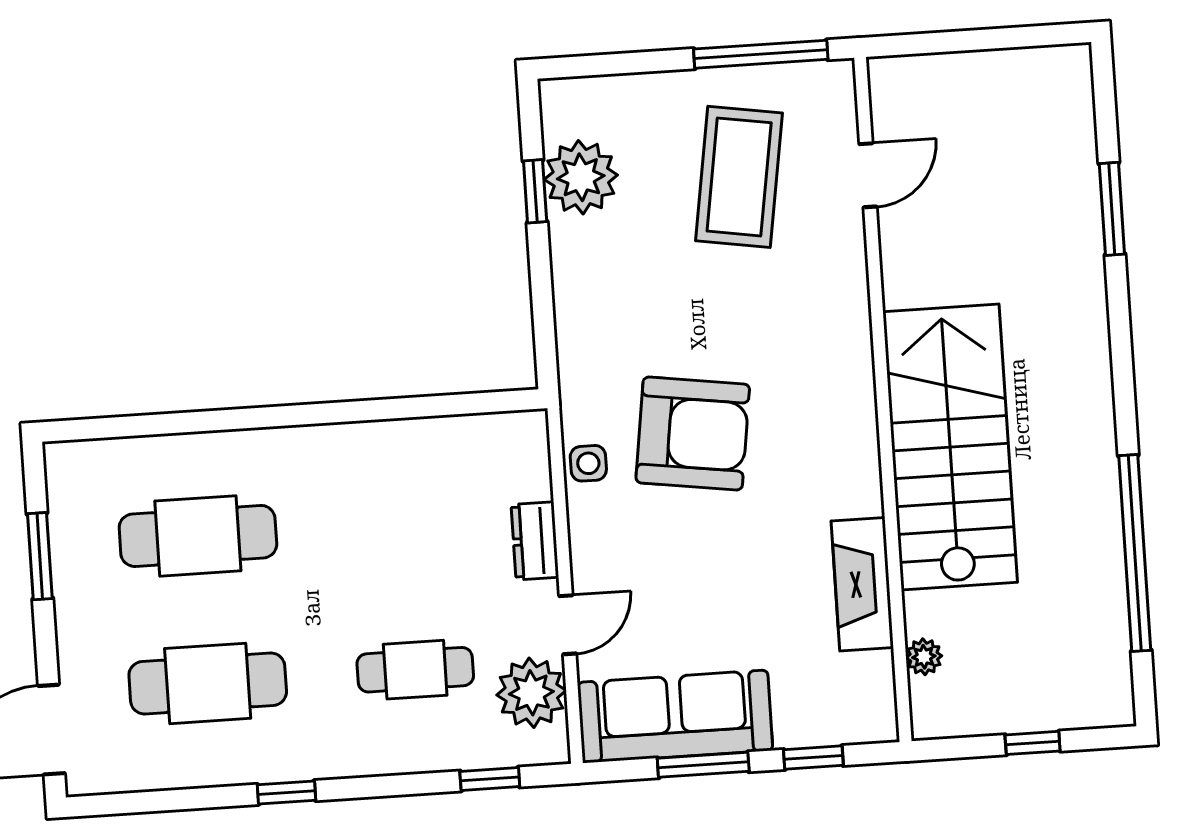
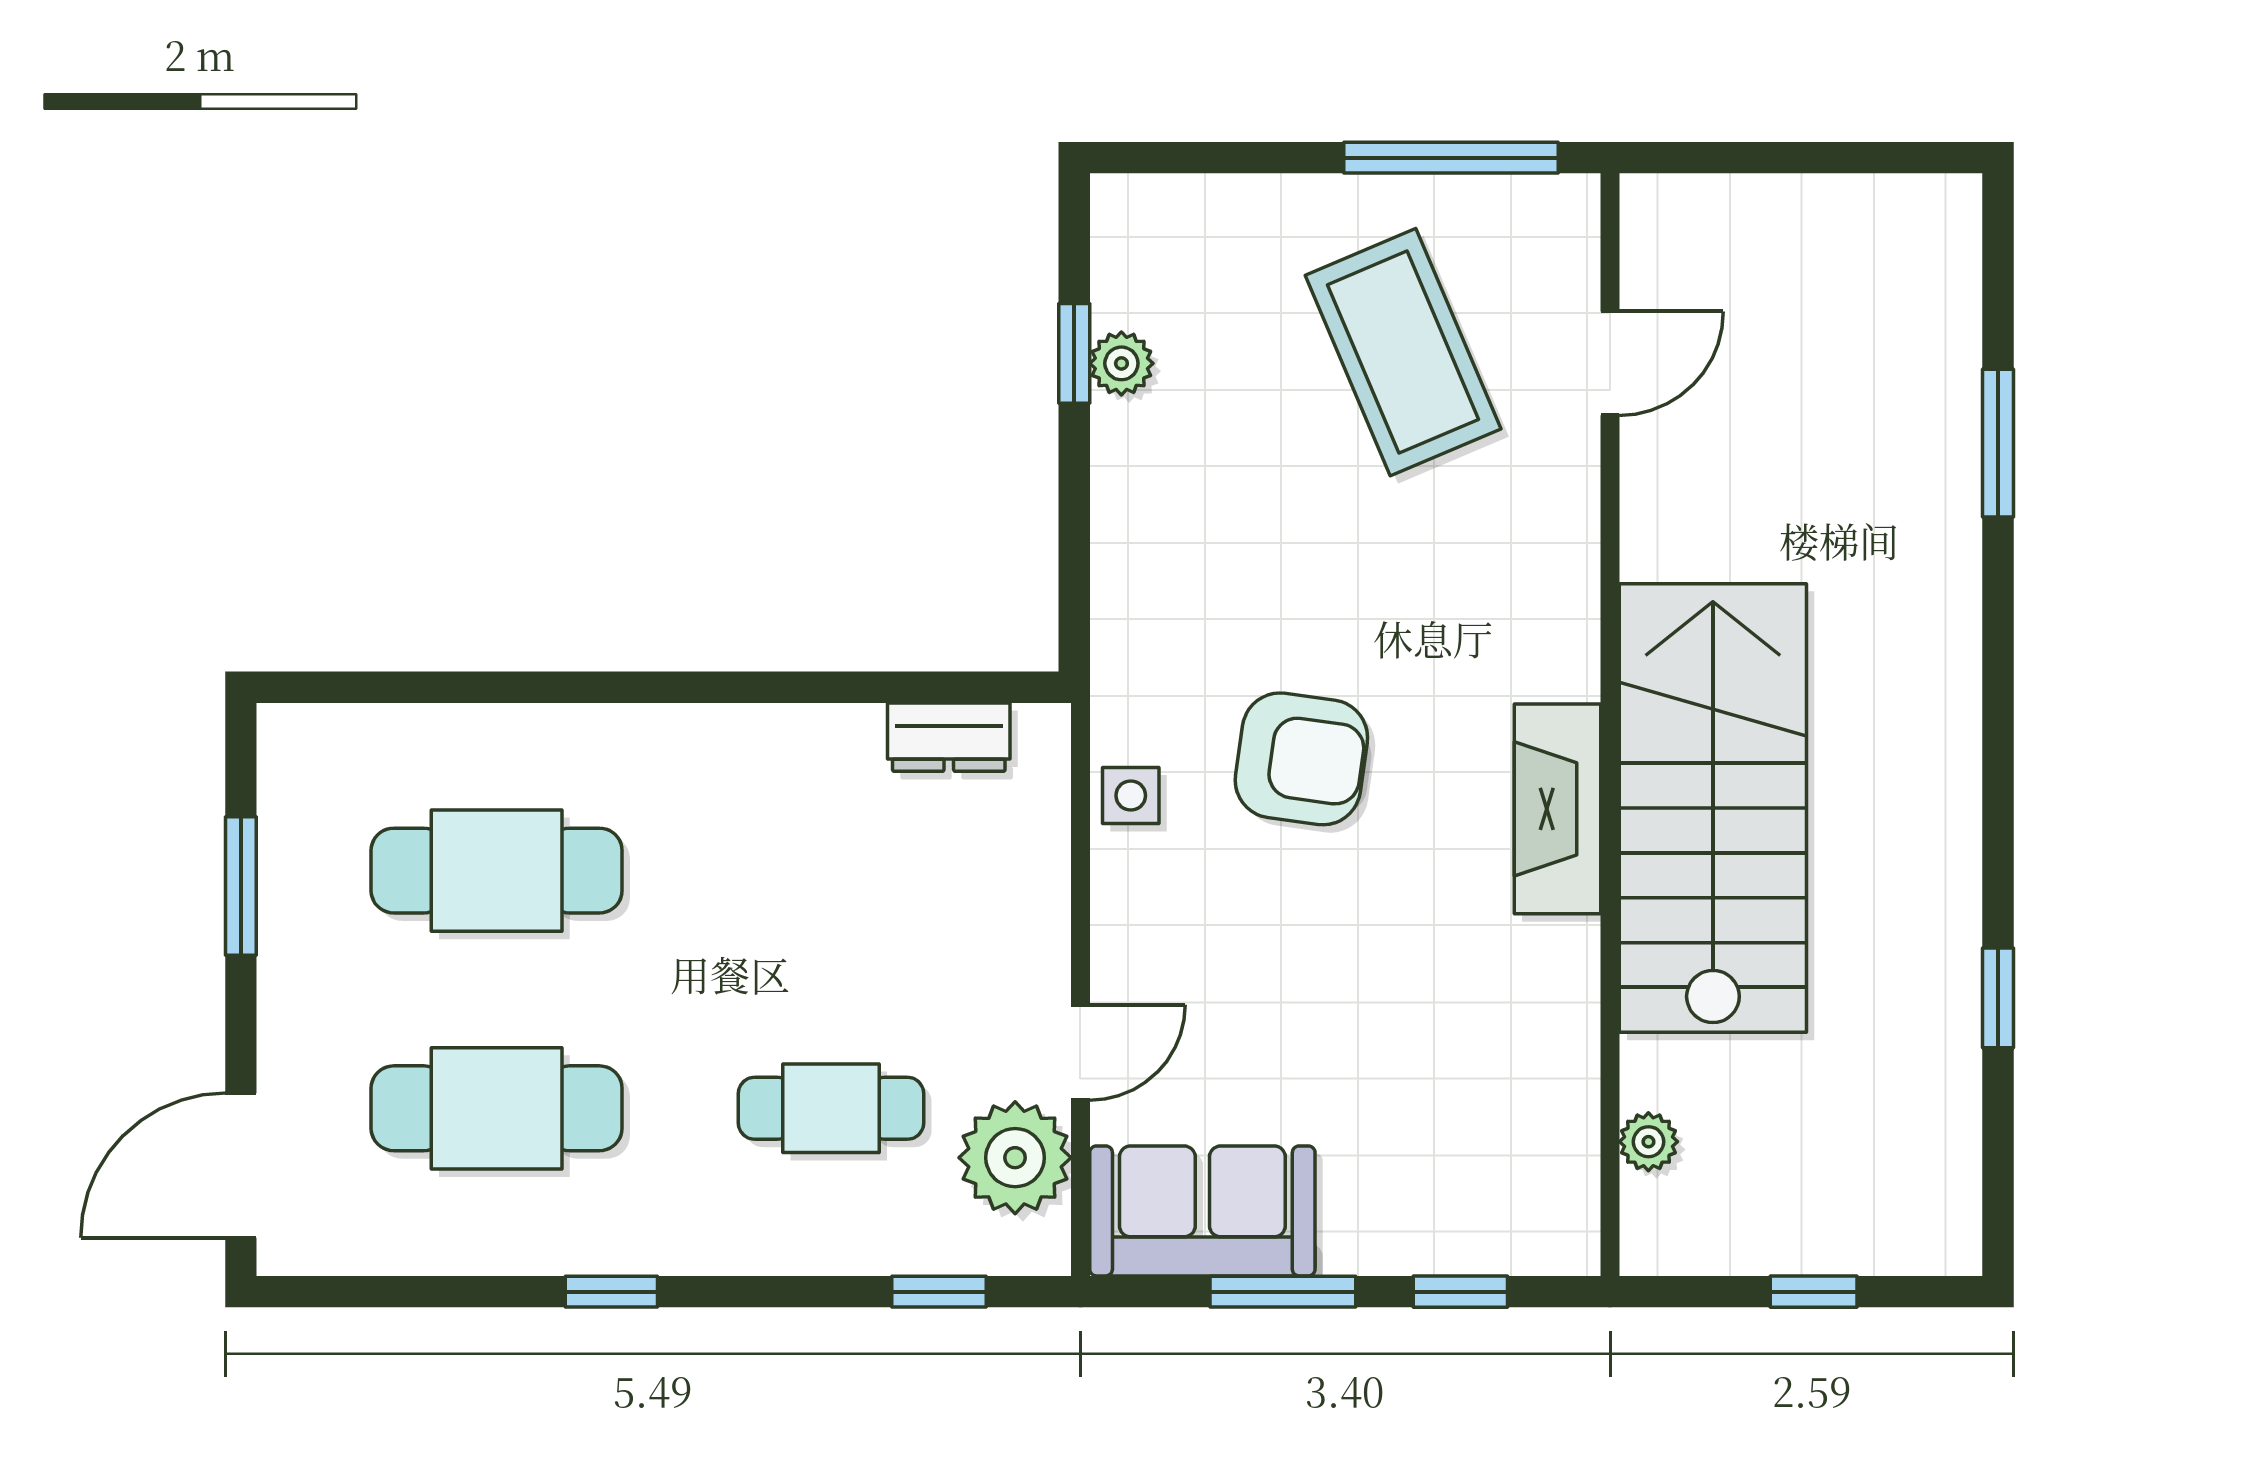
plant: (581, 177) -> (1121, 363), width x0.53, depth x0.53
coffee table: (739, 177) -> (1403, 352), turned -32
armchair: (693, 434) -> (1301, 759), width x0.73, depth x0.73
dresser: (535, 541) -> (949, 737), moved, turned -90
window: (1135, 553) -> (1998, 998), width x0.32
fireplace: (862, 584) -> (1558, 809), moved
sofa: (675, 716) -> (1202, 1211), width x0.73

